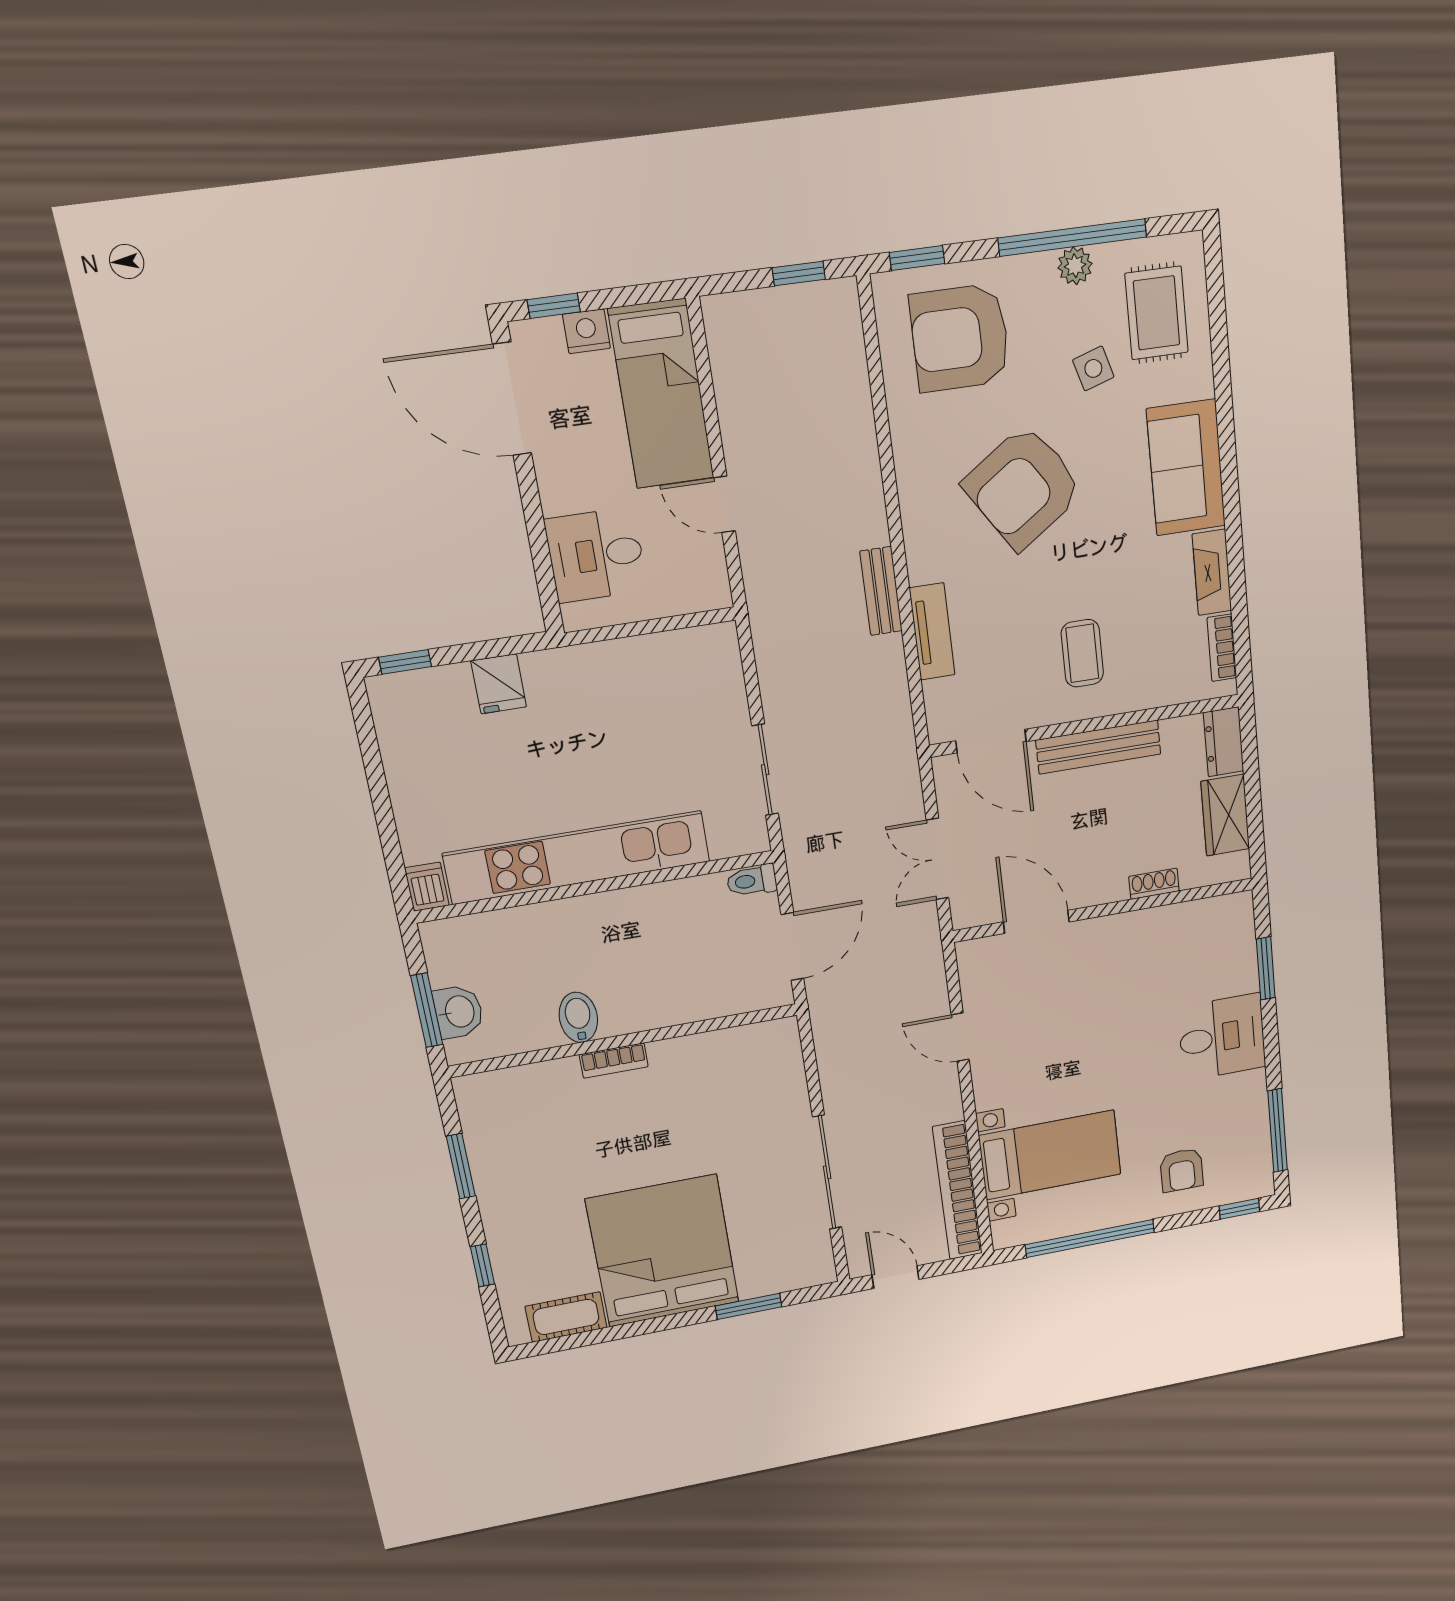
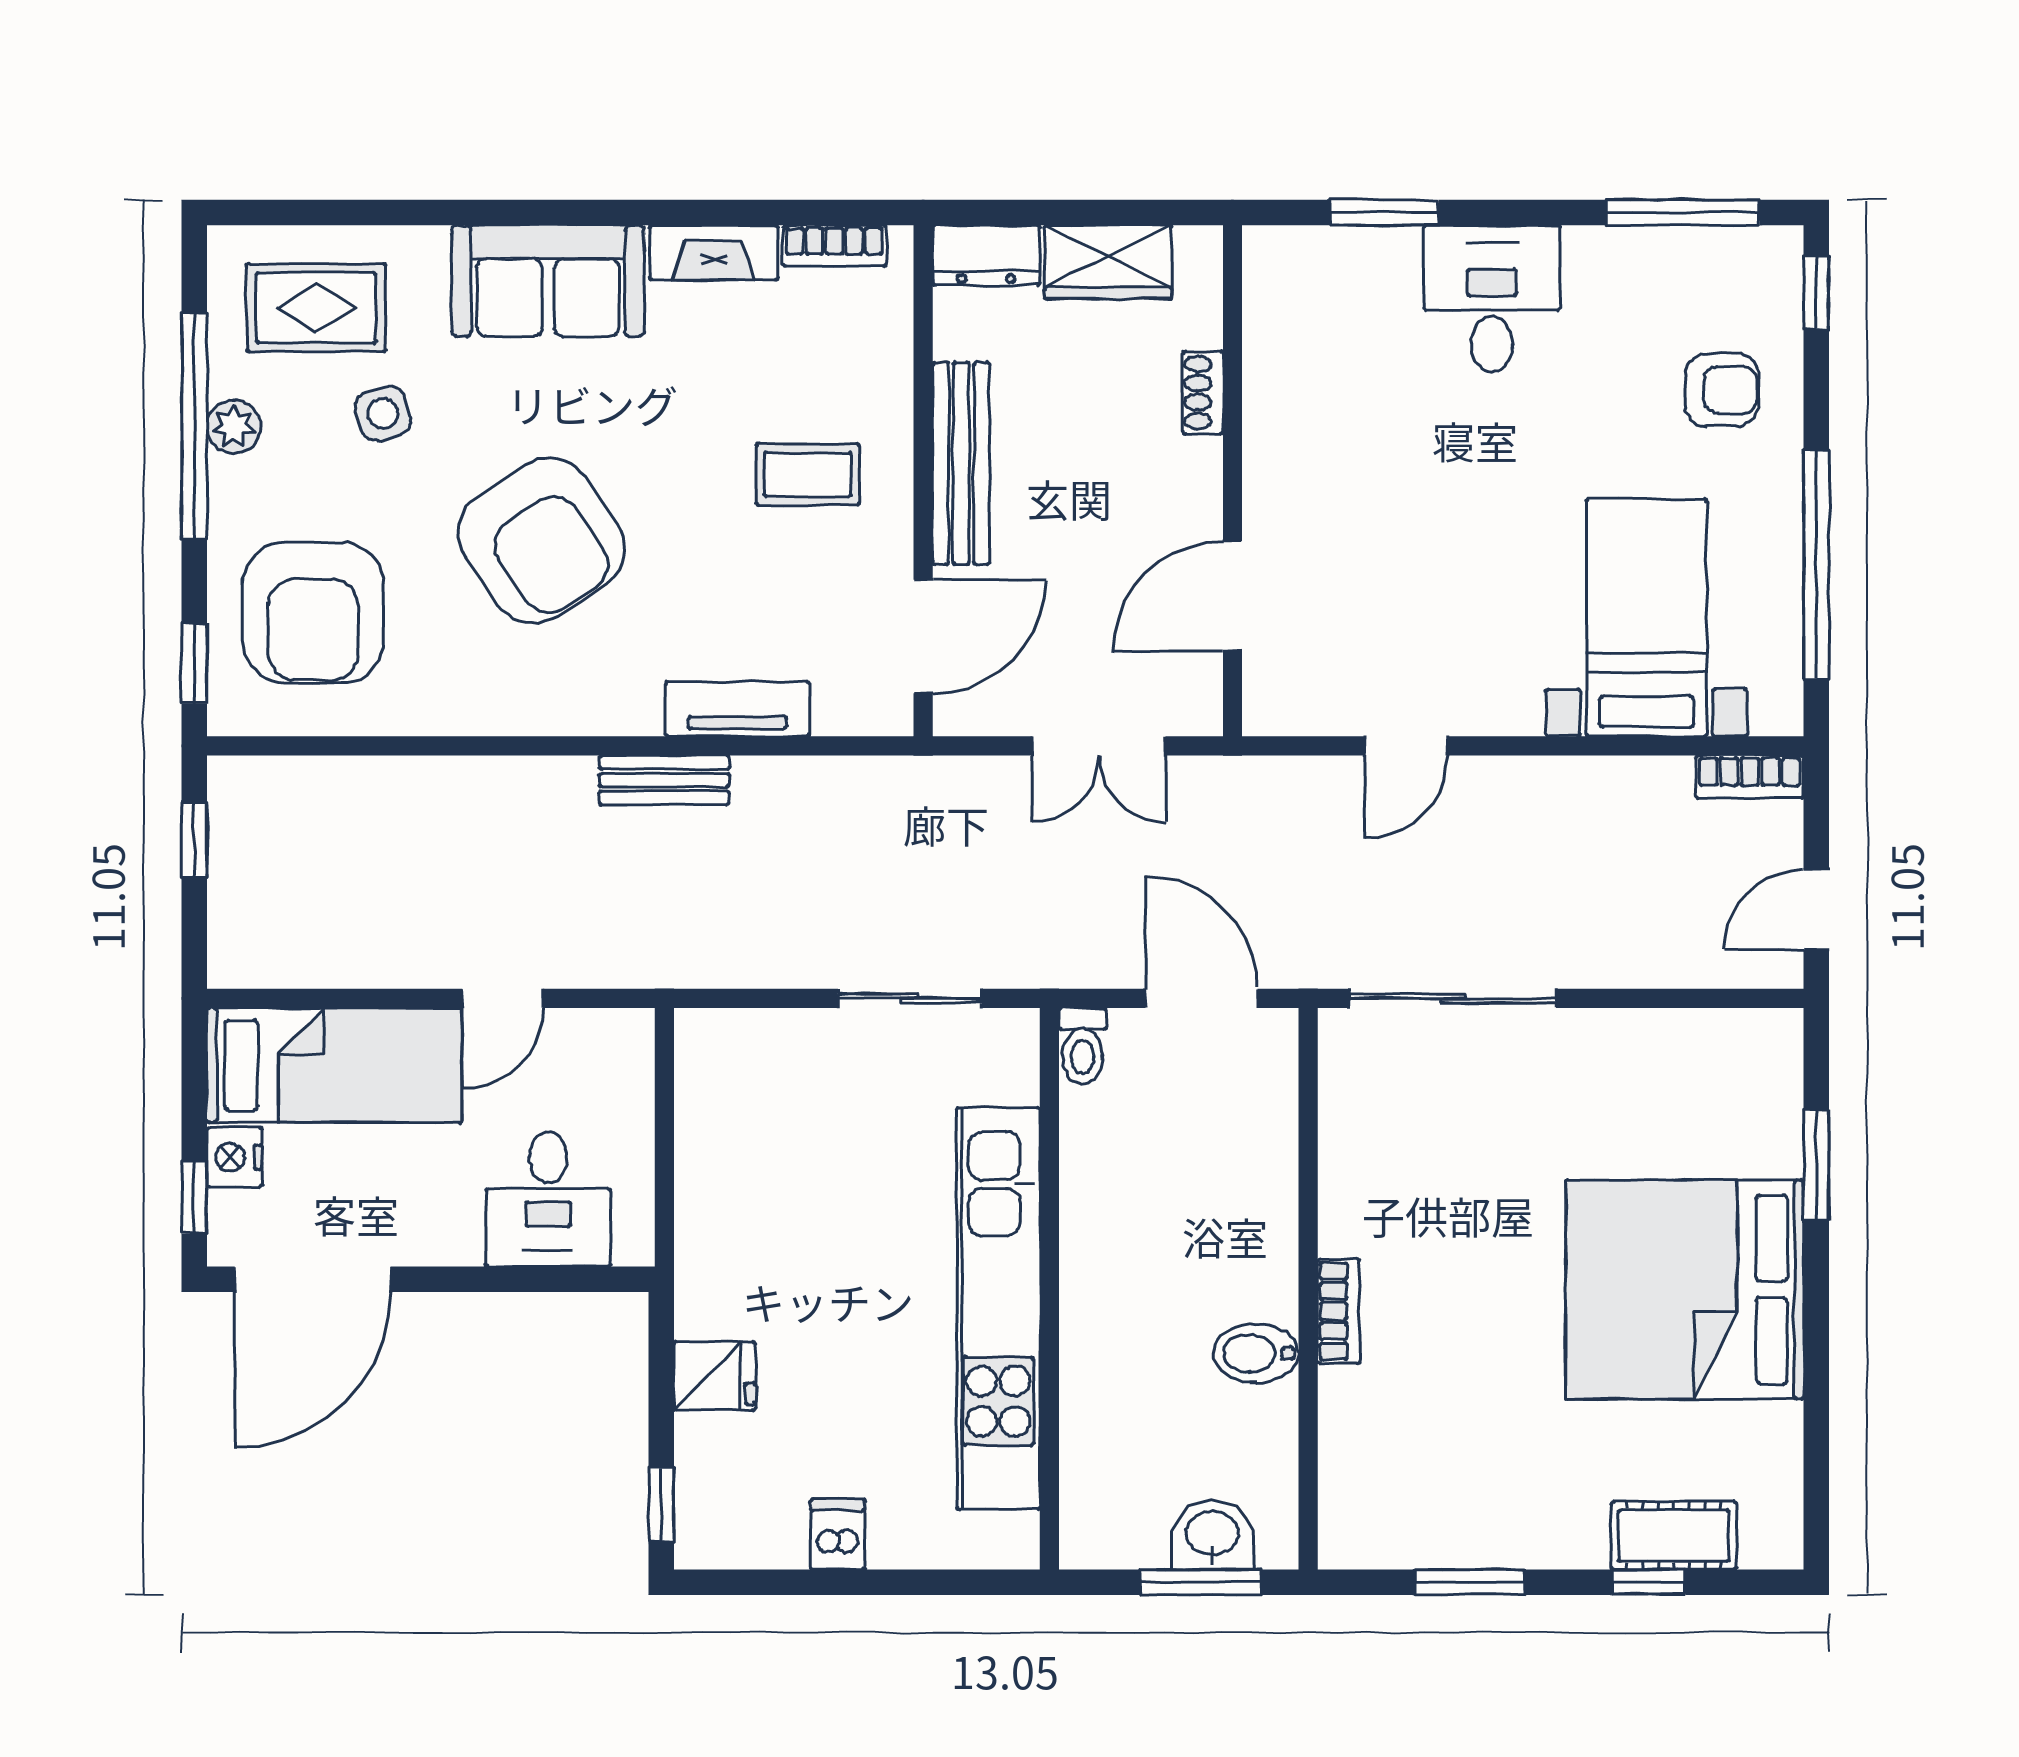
dishwasher: (427, 887) -> (838, 1534), moved, turned 90
sliding door: (827, 1172) -> (1453, 998), moved
bookcase: (958, 1191) -> (1750, 777), width x0.43, depth x0.76
cot: (566, 1317) -> (1674, 1536), moved, turned 90

